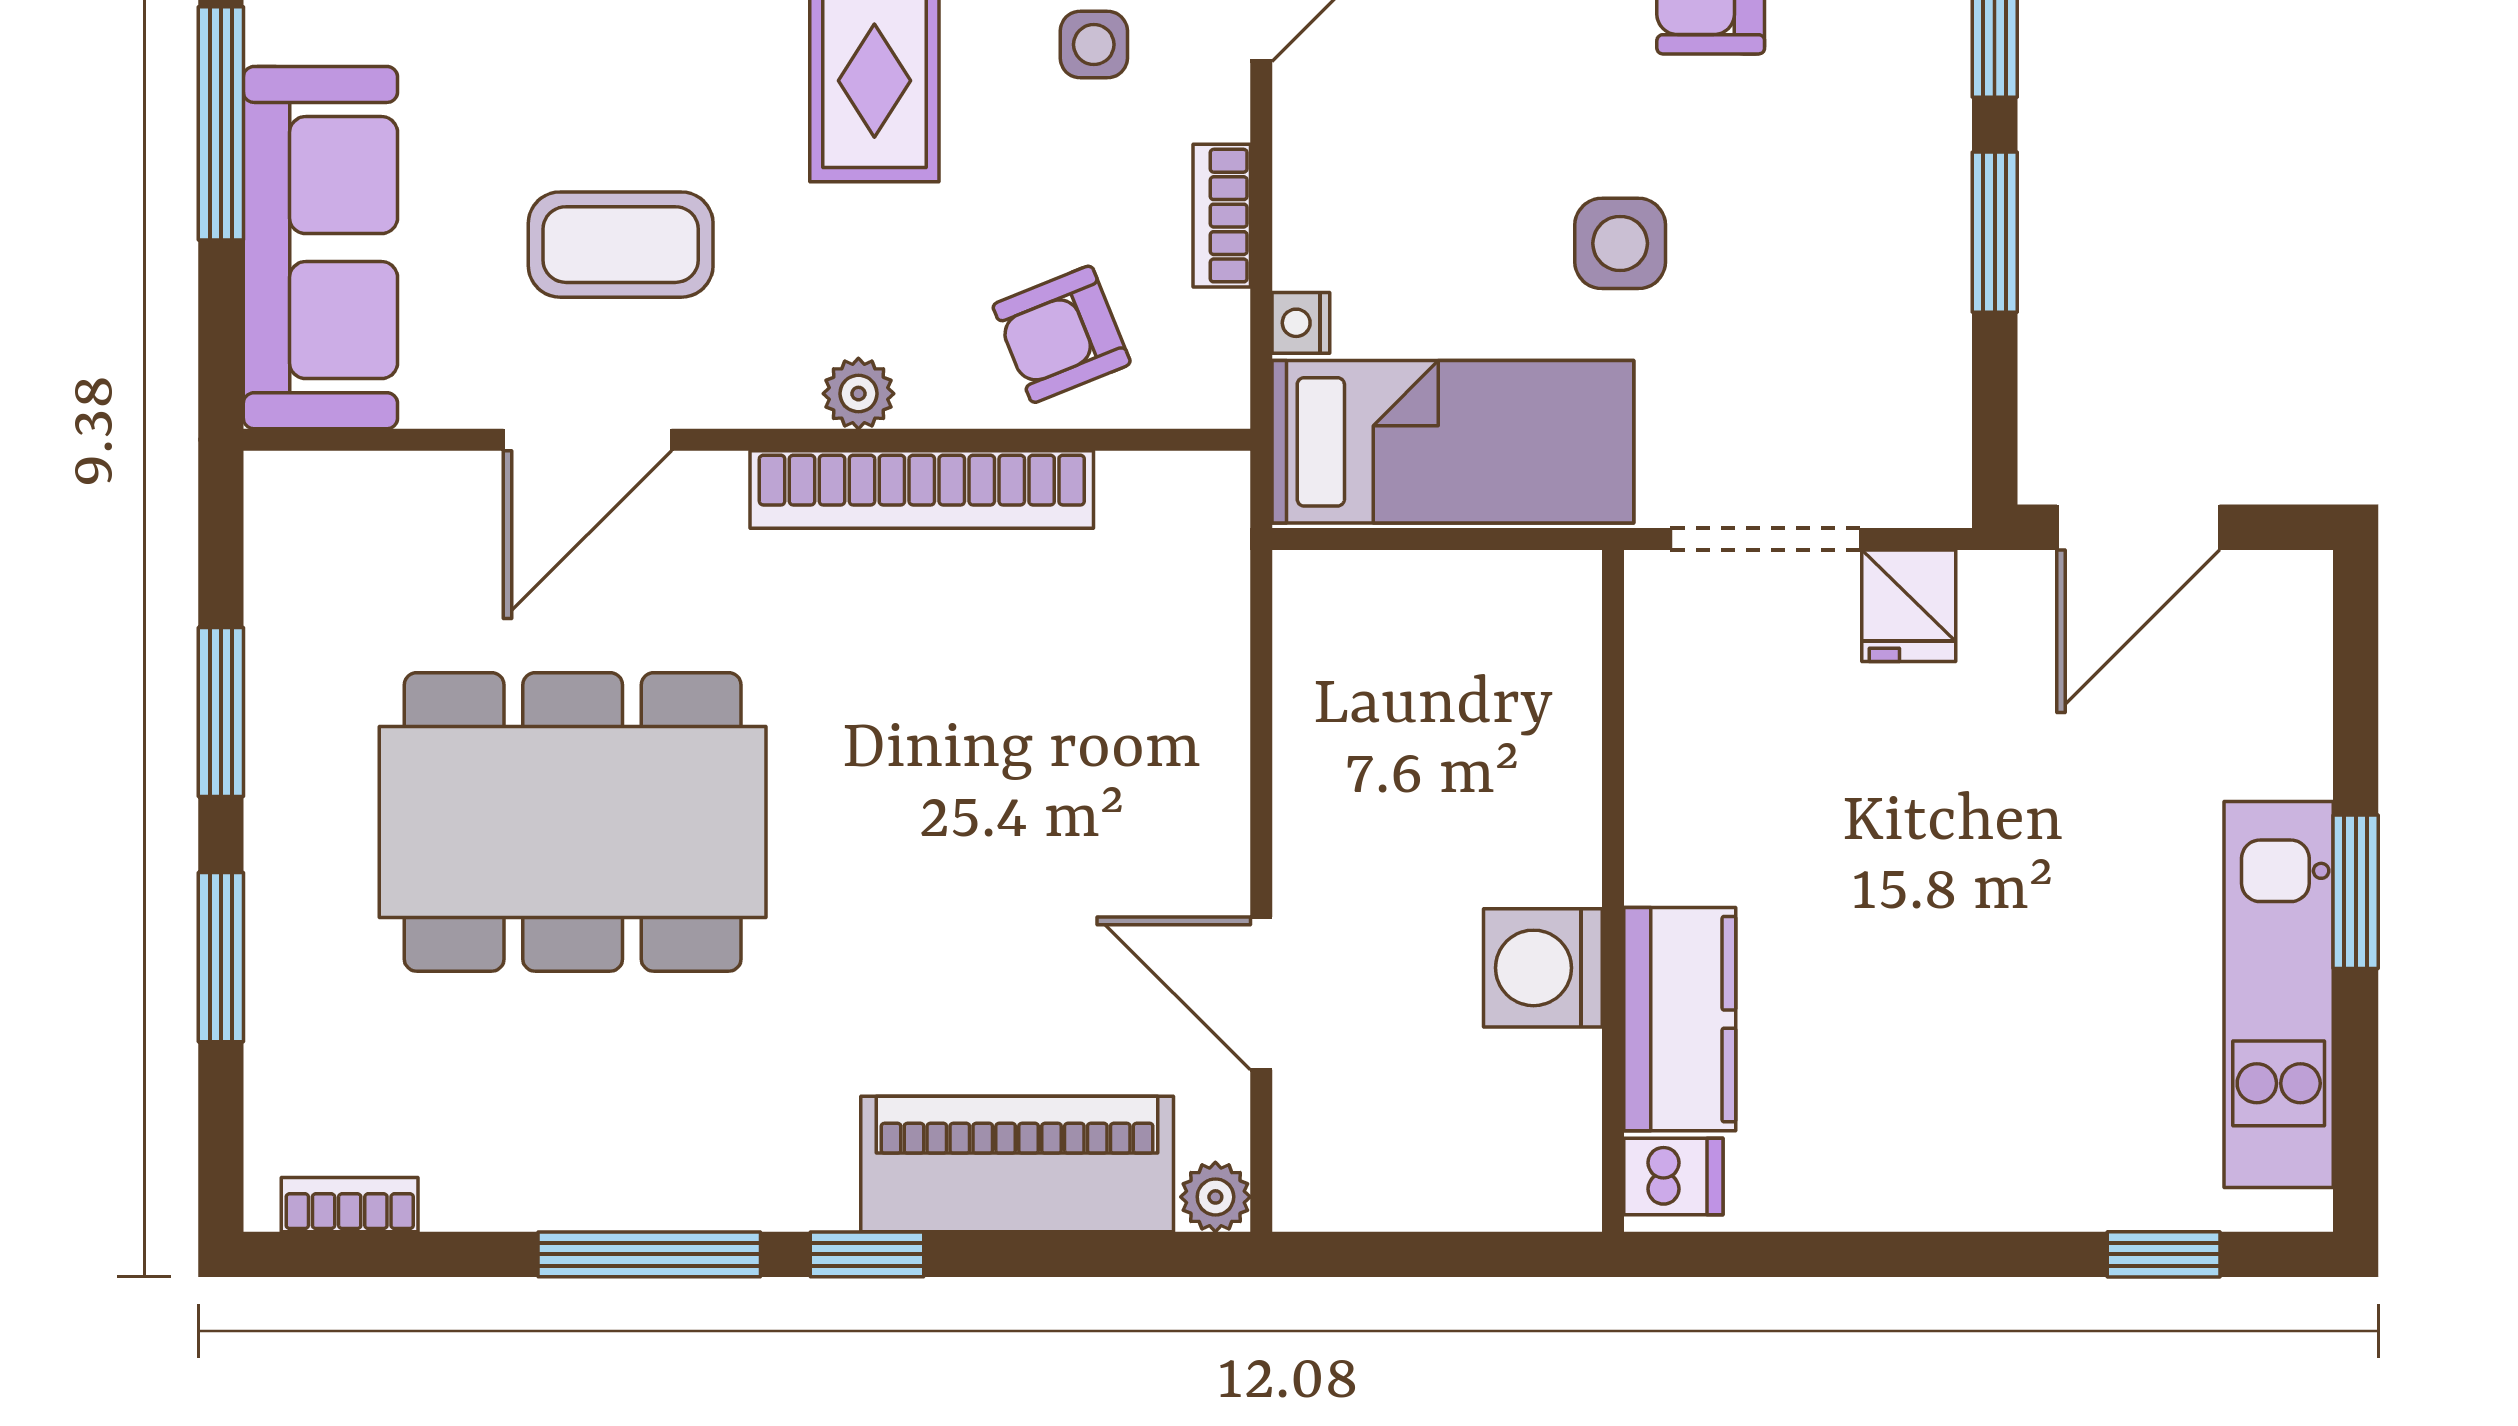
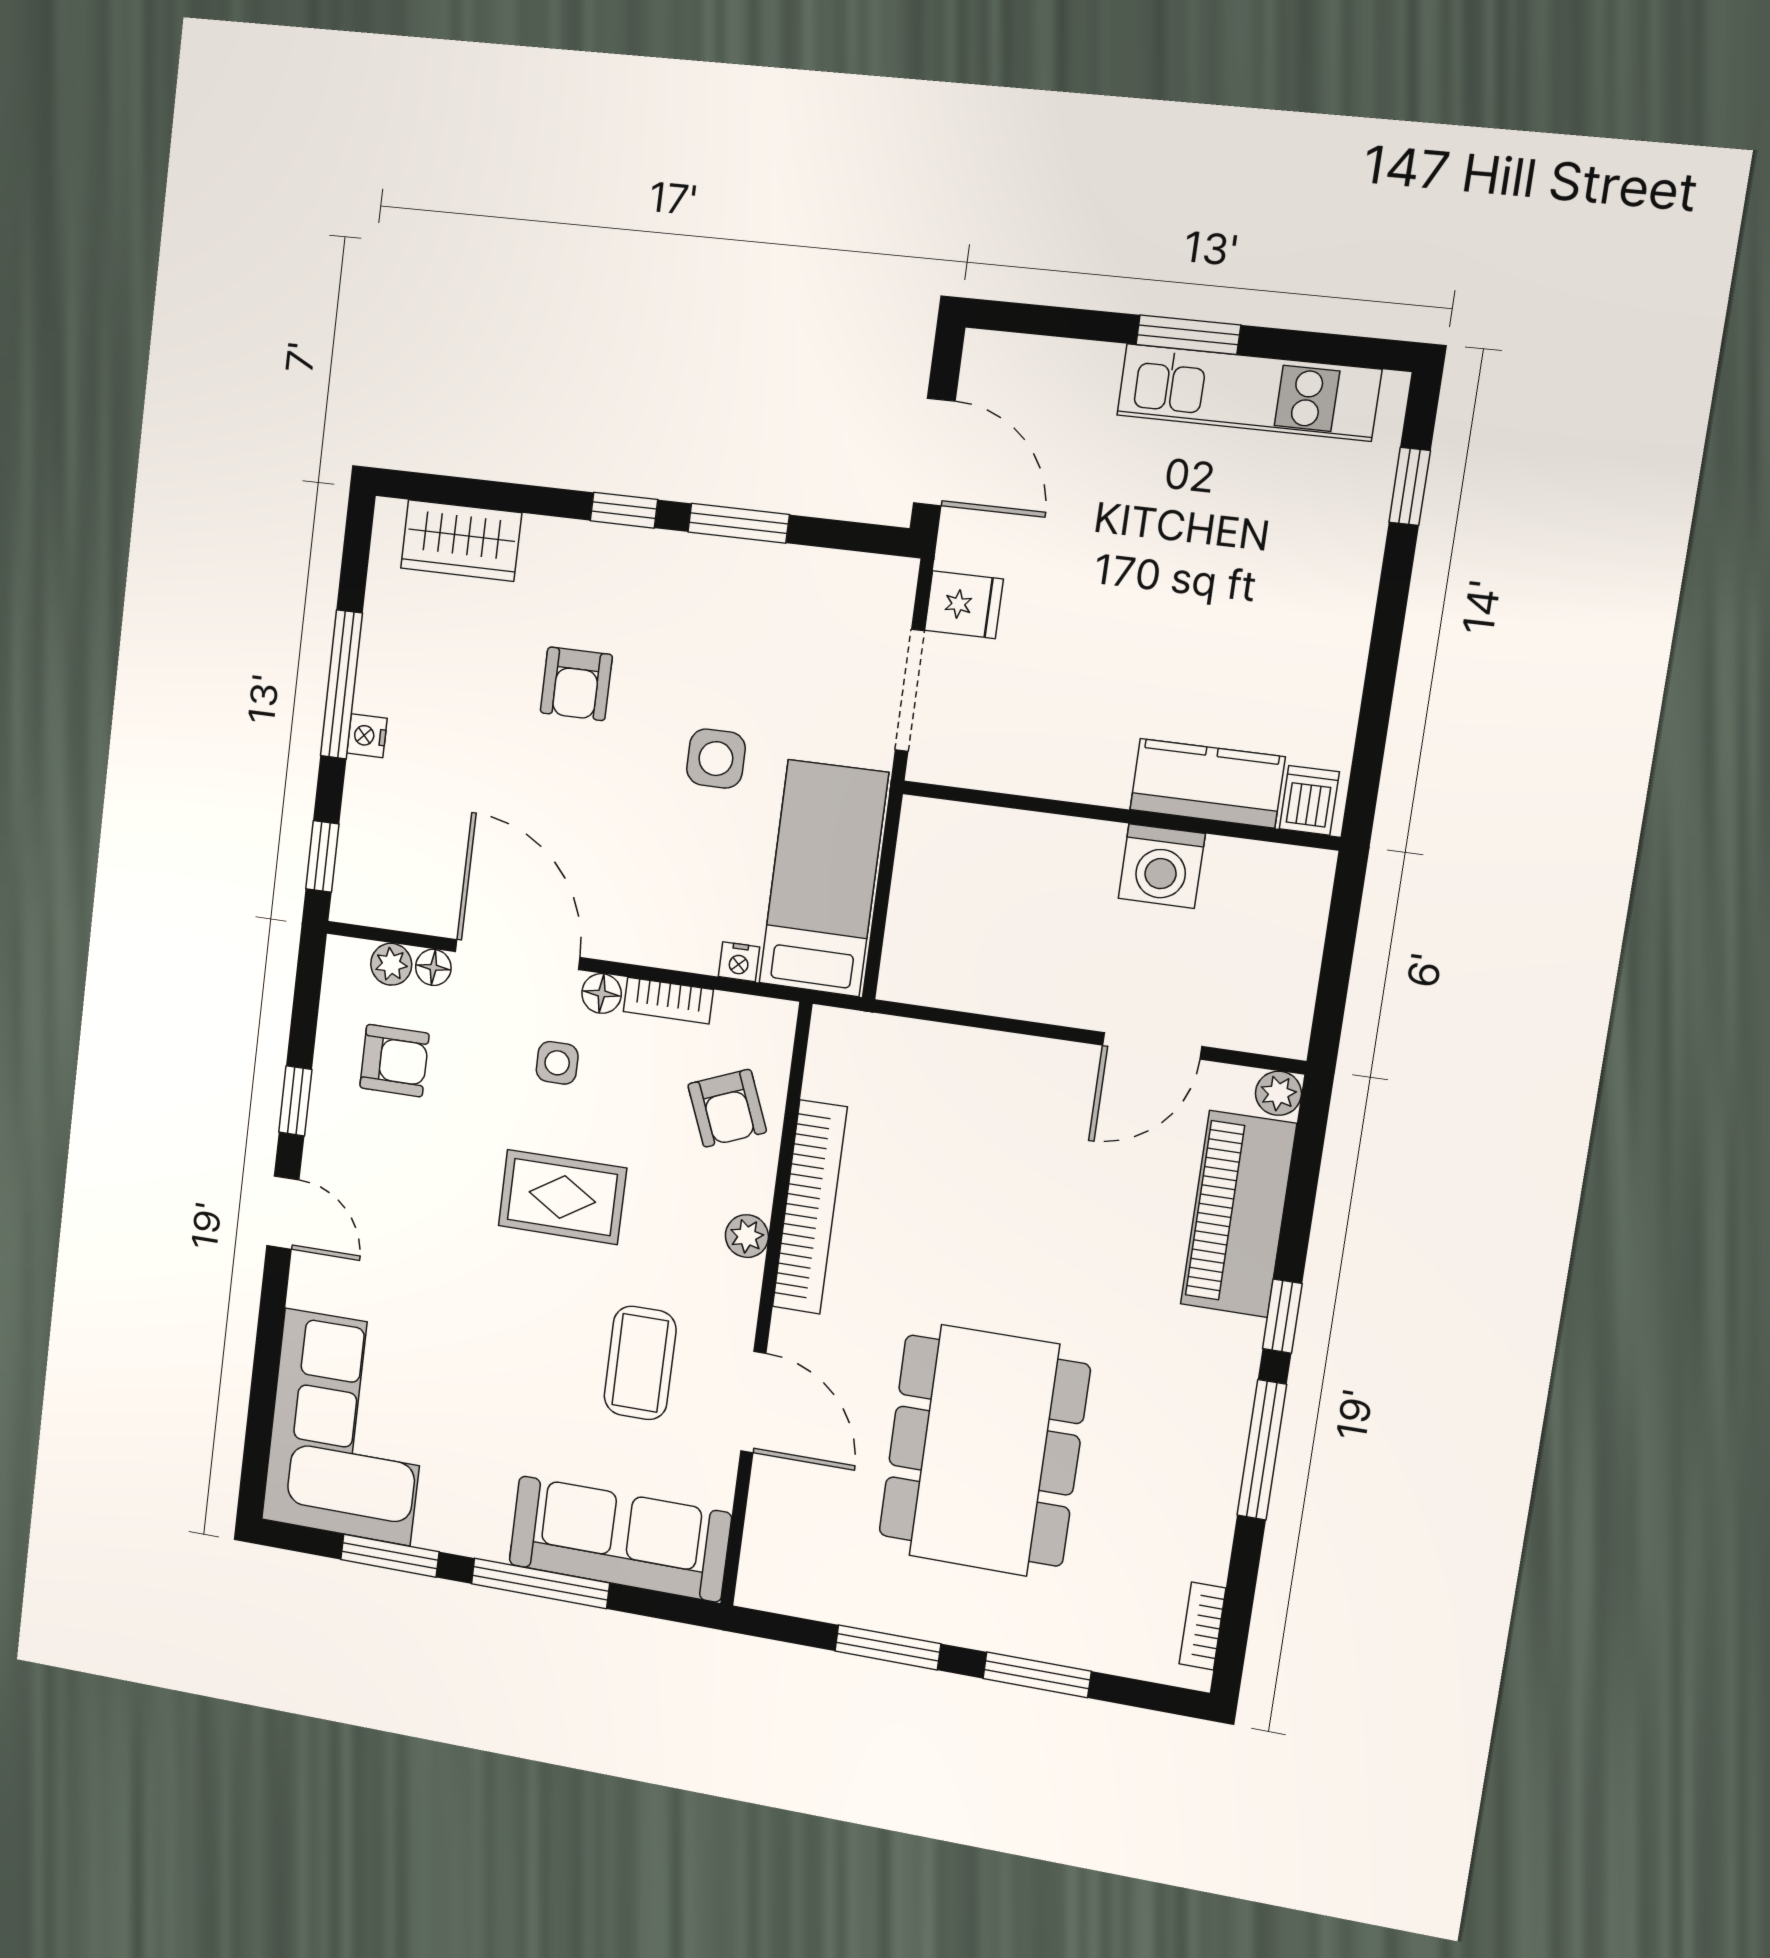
floor lamp: (1218, 104) -> (602, 993), added

